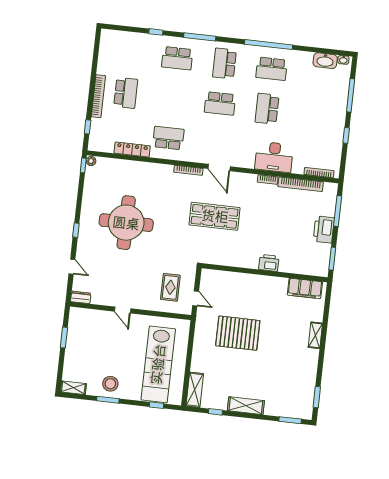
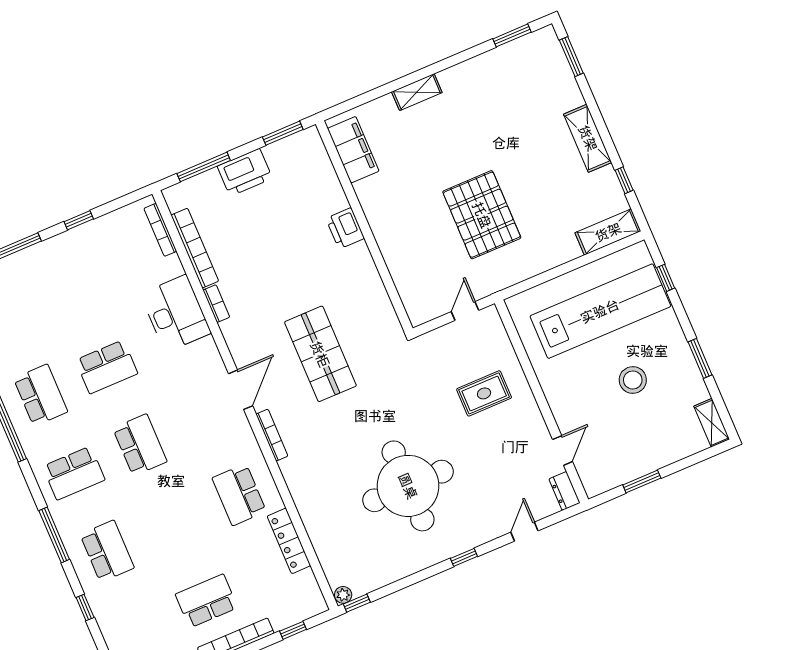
rug: (170, 287) -> (484, 393), moved
door: (123, 310) -> (563, 450), moved
stool: (110, 384) -> (633, 380), moved

